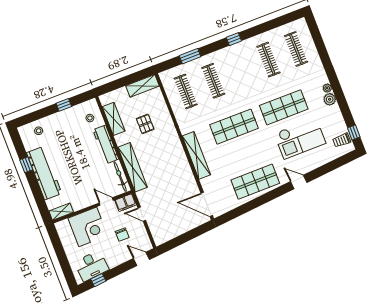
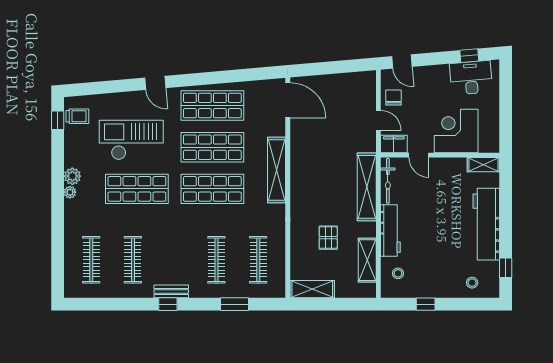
bench: (235, 48) -> (171, 291), added
shop shelf: (245, 154) -> (212, 147), added
window: (26, 165) -> (506, 268), moved
chair: (122, 235) -> (394, 98), moved

